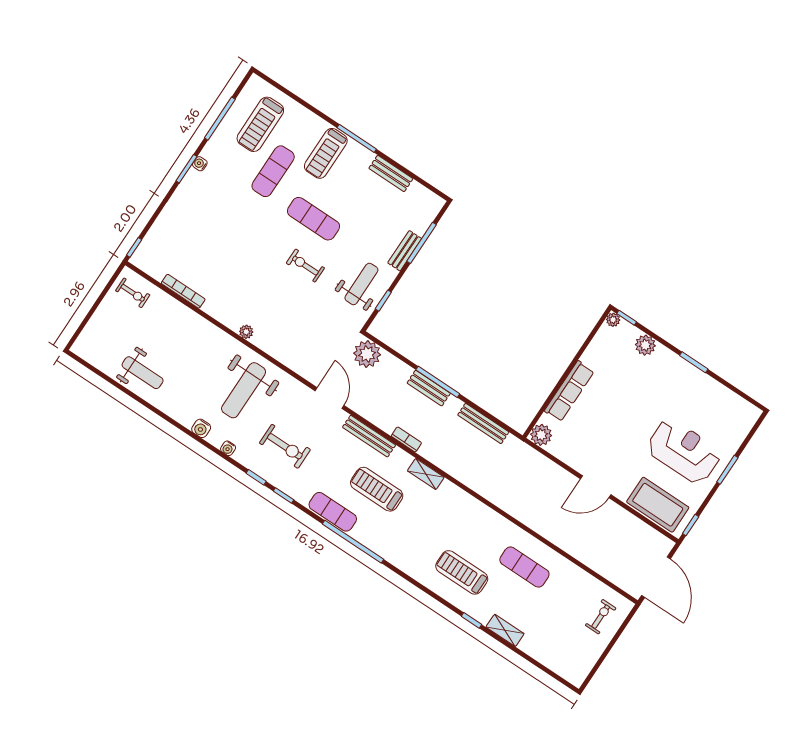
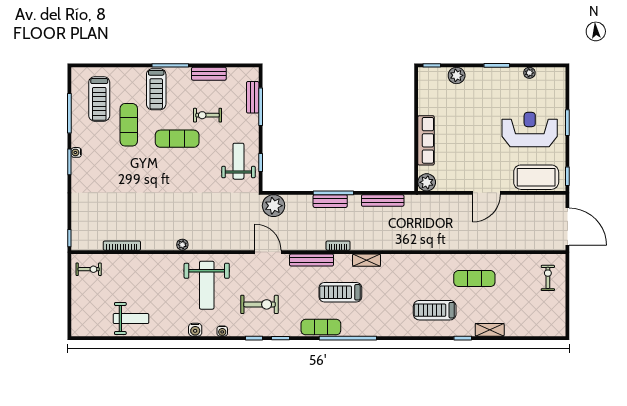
bench: (405, 251) -> (253, 97), moved
exercise bike: (305, 266) -> (207, 115), moved
plant: (613, 320) -> (529, 73), moved

